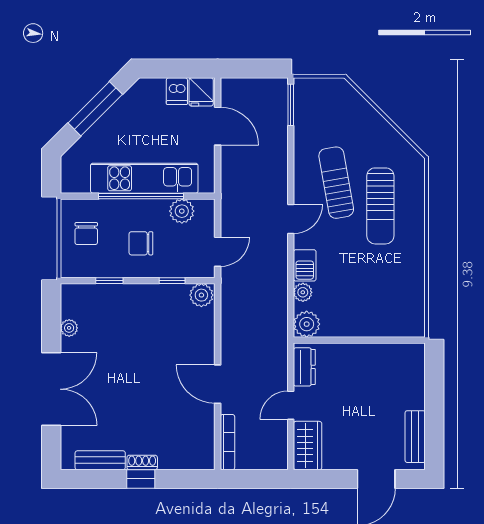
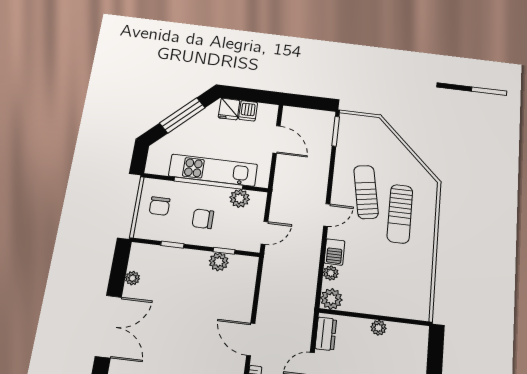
fridge: (201, 92) -> (229, 109), moved
plant: (201, 295) -> (219, 262), moved
plant: (365, 352) -> (378, 328), added

